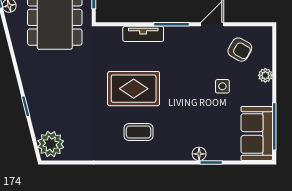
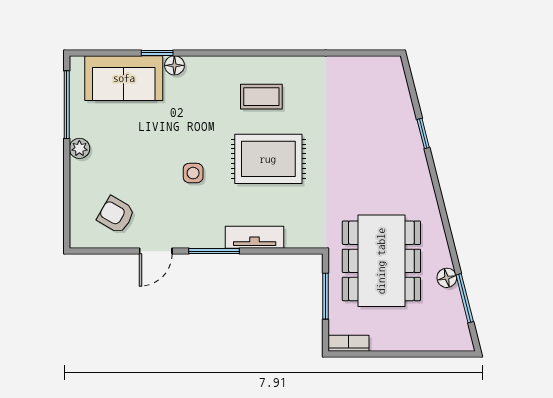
plant: (265, 75) -> (79, 148), moved
side table: (222, 86) -> (193, 173), moved
sofa: (257, 134) -> (124, 78), moved, turned 90
plant: (51, 144) -> (387, 79), removed

